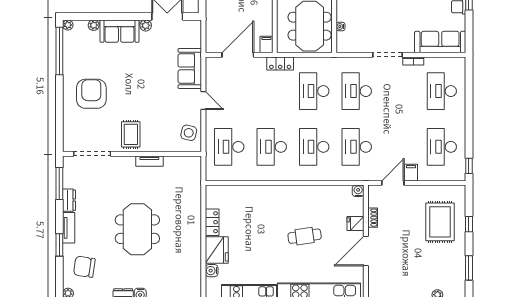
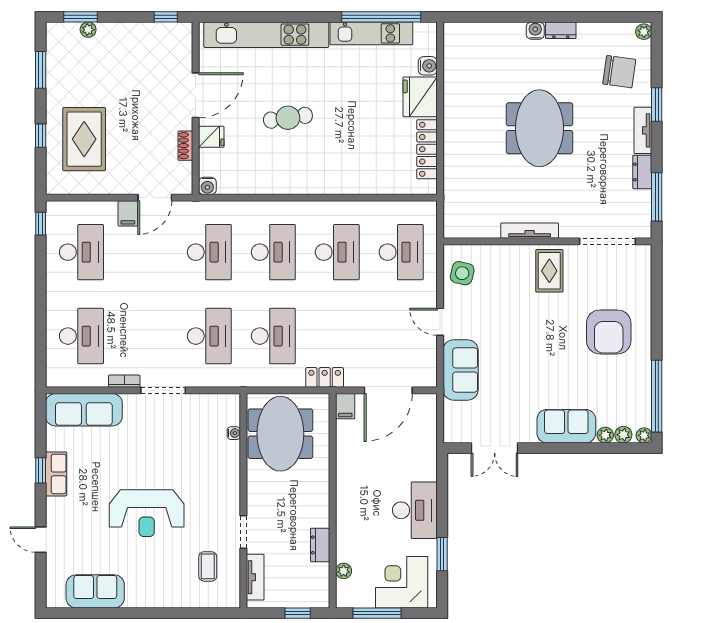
plant: (146, 25) -> (623, 435), moved
tv unit: (149, 161) -> (530, 231), width x1.41
locker: (212, 222) -> (427, 149), width x1.53

